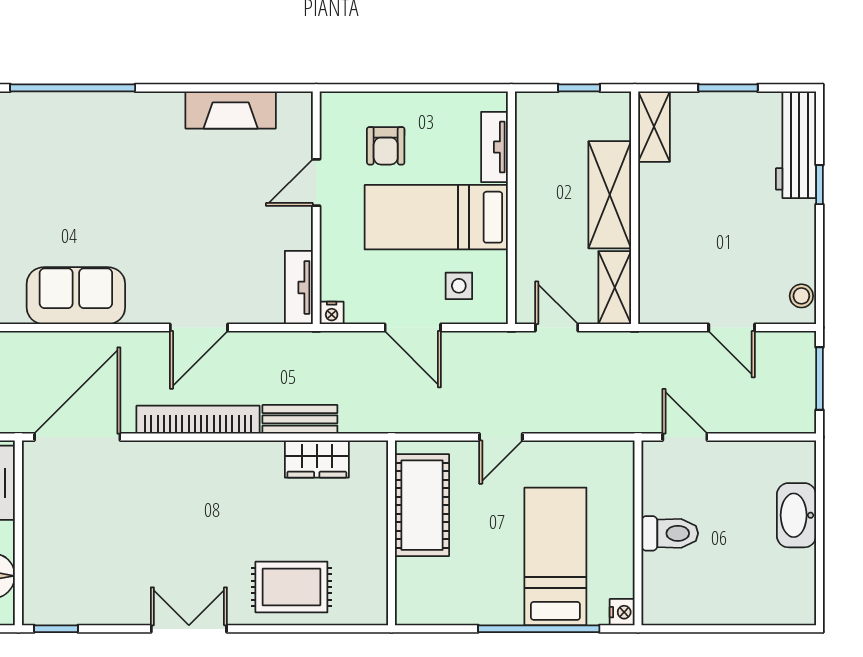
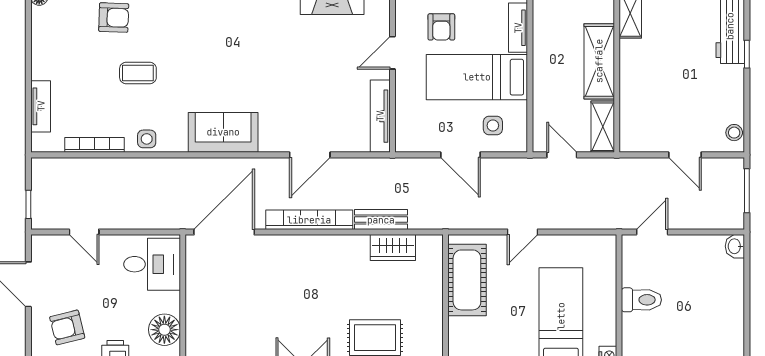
tv unit: (299, 287) -> (380, 116), width x1.41
nightstand: (332, 313) -> (403, 144), removed
door: (685, 437) -> (652, 232), hinge flipped
washbasin: (796, 515) -> (735, 246), moved, width x0.52, depth x0.69

